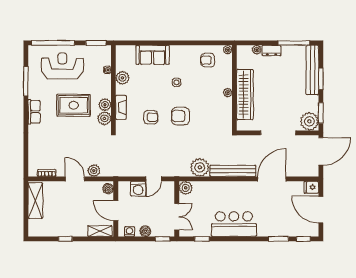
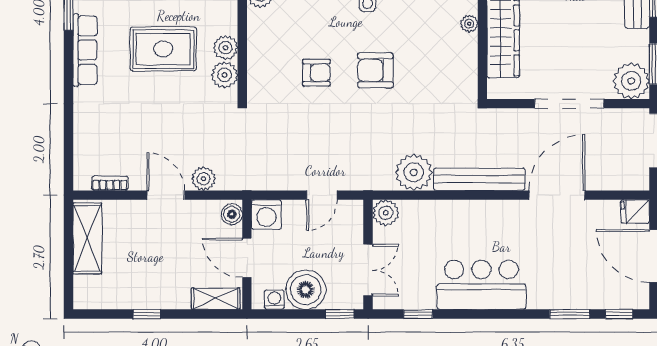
fireplace: (121, 107) -> (257, 53), removed
row of seats: (34, 112) -> (85, 50), width x1.48
washing machine: (138, 189) -> (266, 215), moved
boiler: (145, 231) -> (306, 290), width x1.86, depth x1.86

